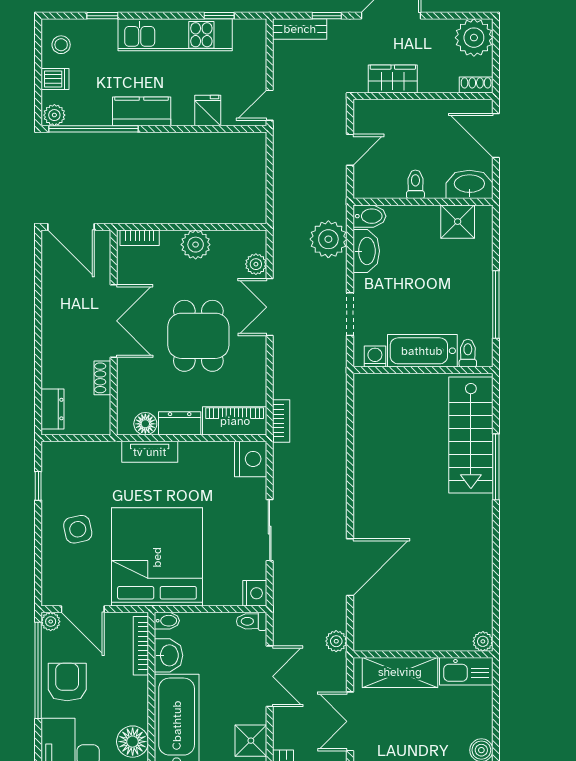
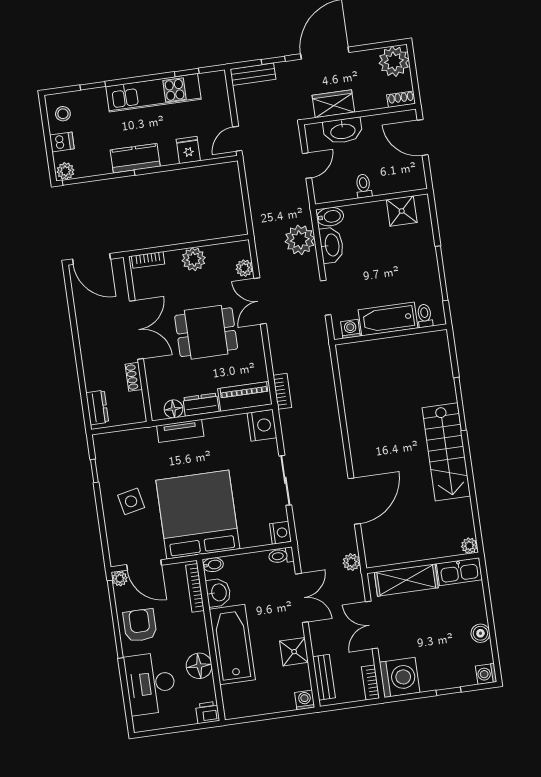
washbasin: (469, 184) -> (343, 131), moved, turned 180
dining table: (198, 336) -> (206, 332), turned 90
stairs: (471, 435) -> (446, 452), moved

